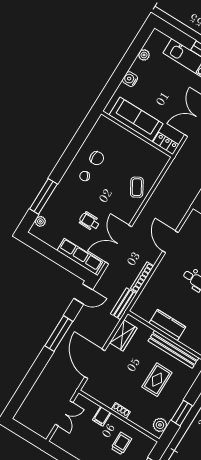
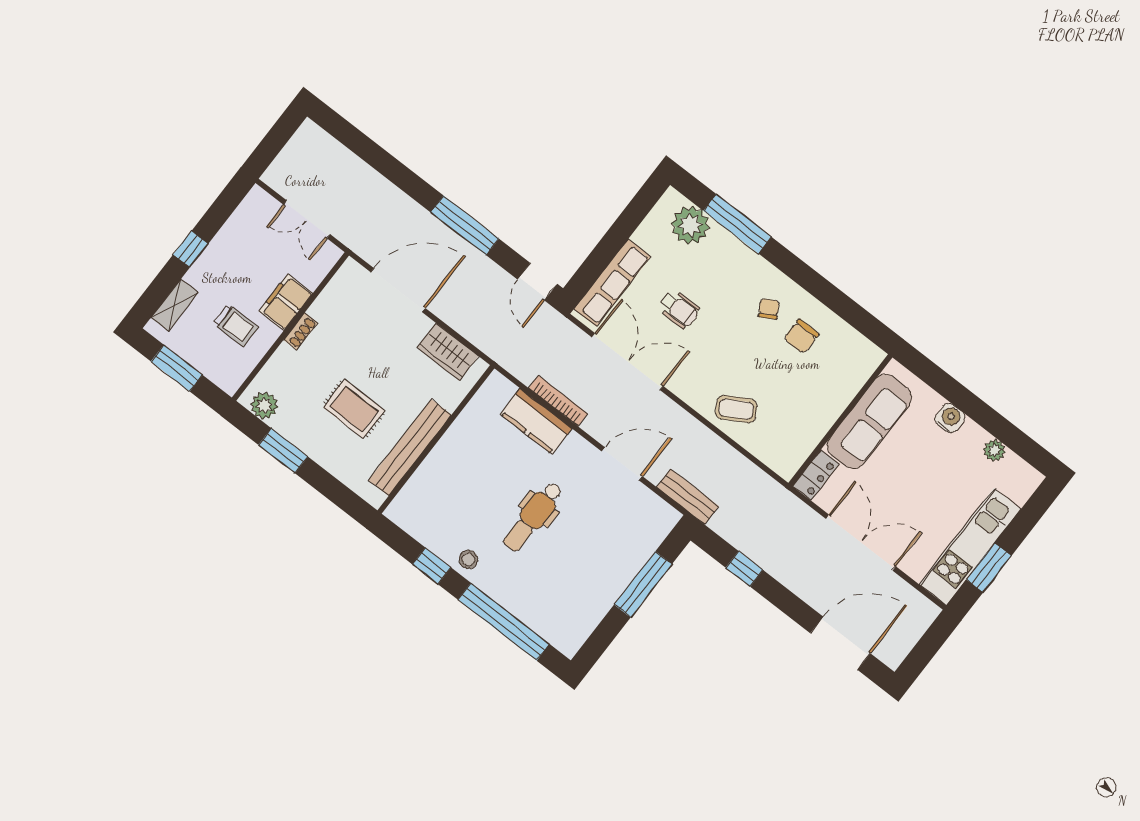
plant: (40, 221) -> (690, 225), width x1.87, depth x1.87
wheelchair: (89, 221) -> (679, 309), turned 90
bench: (124, 304) -> (688, 497), moved
kitchen counter: (167, 325) -> (536, 421), moved, turned 90
filing cabinet: (102, 416) -> (286, 302), width x2.00

